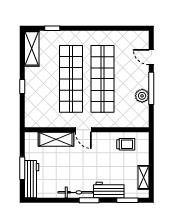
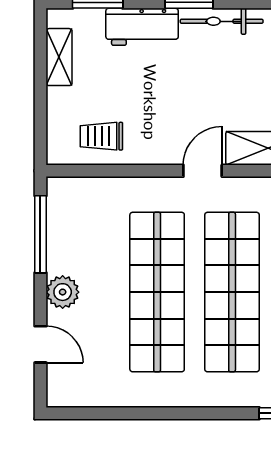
window: (151, 88) -> (40, 234), moved
plant: (142, 96) -> (63, 292), moved
door: (83, 130) -> (203, 171), hinge flipped

